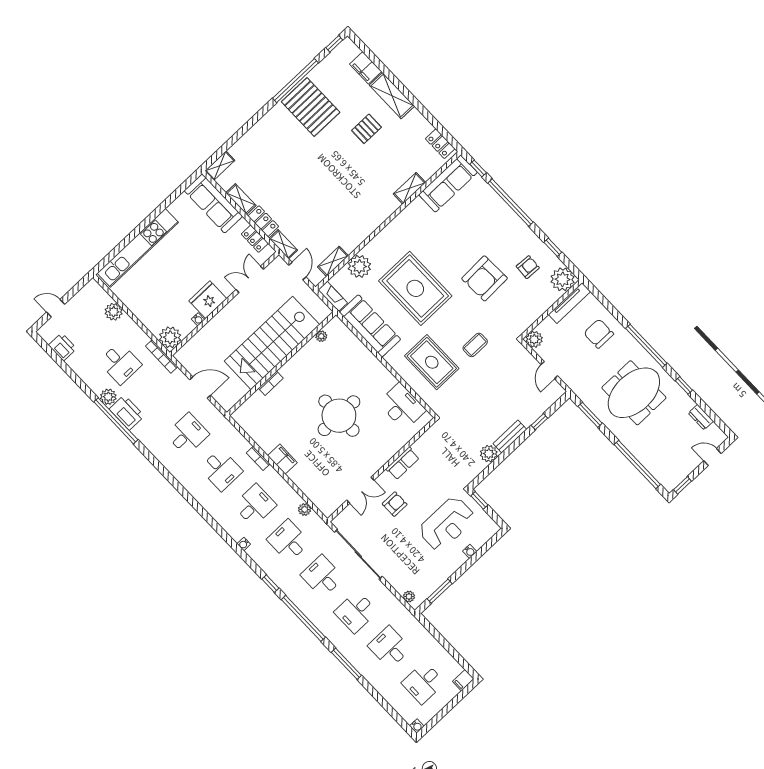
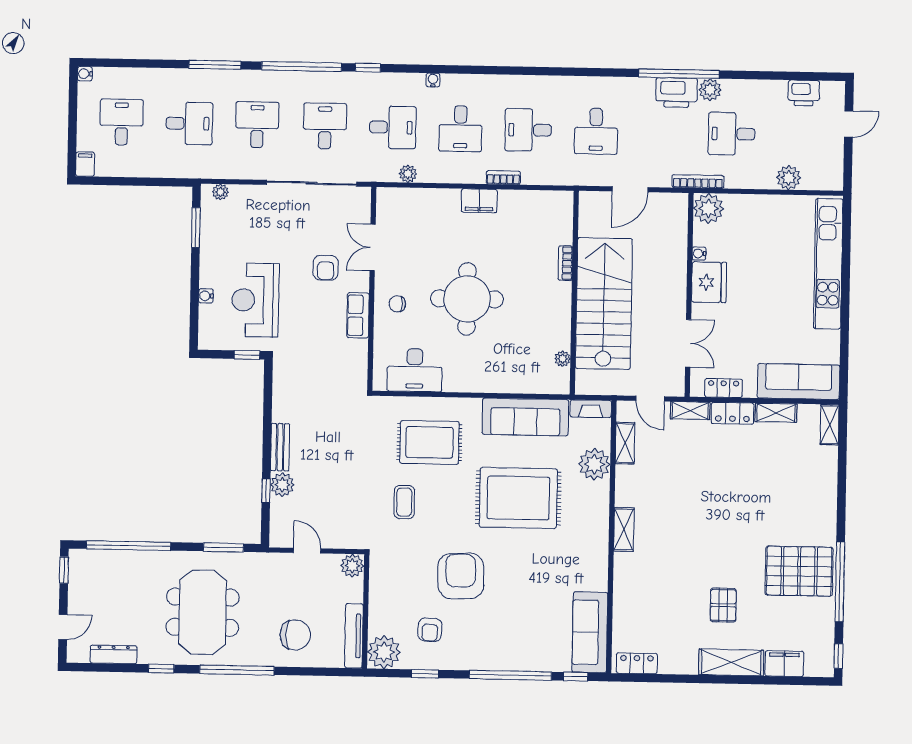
shelving: (409, 188) -> (624, 530), moved
dresser: (701, 417) -> (114, 654), width x1.44
chair: (377, 449) -> (397, 304), added
plant: (489, 454) -> (282, 485), moved
desk: (322, 576) -> (325, 126), turned -90

